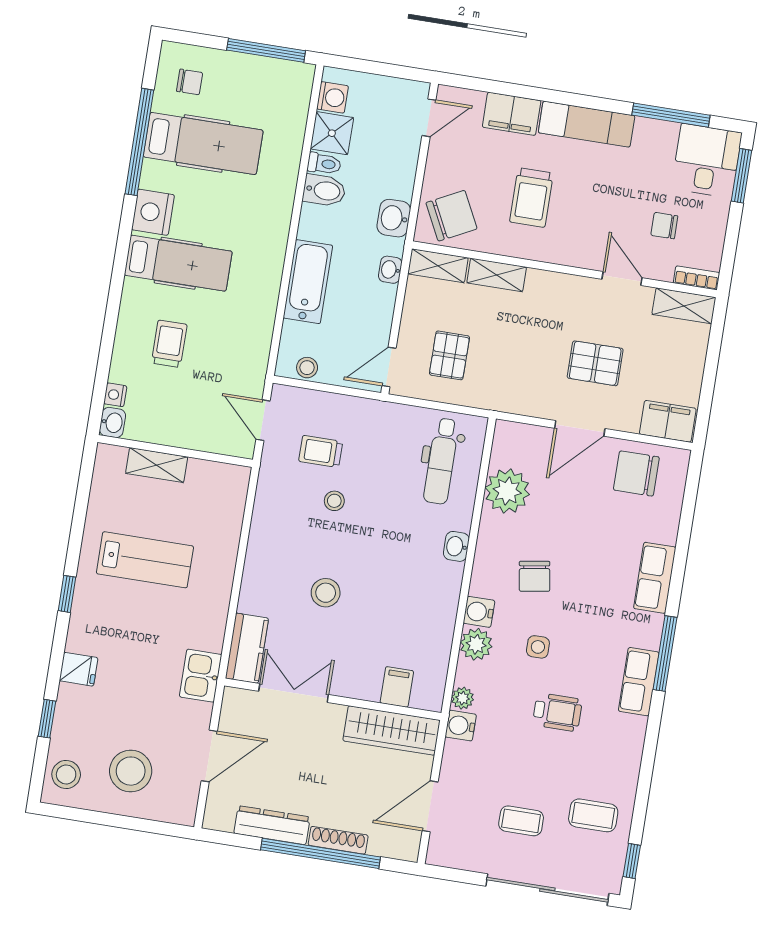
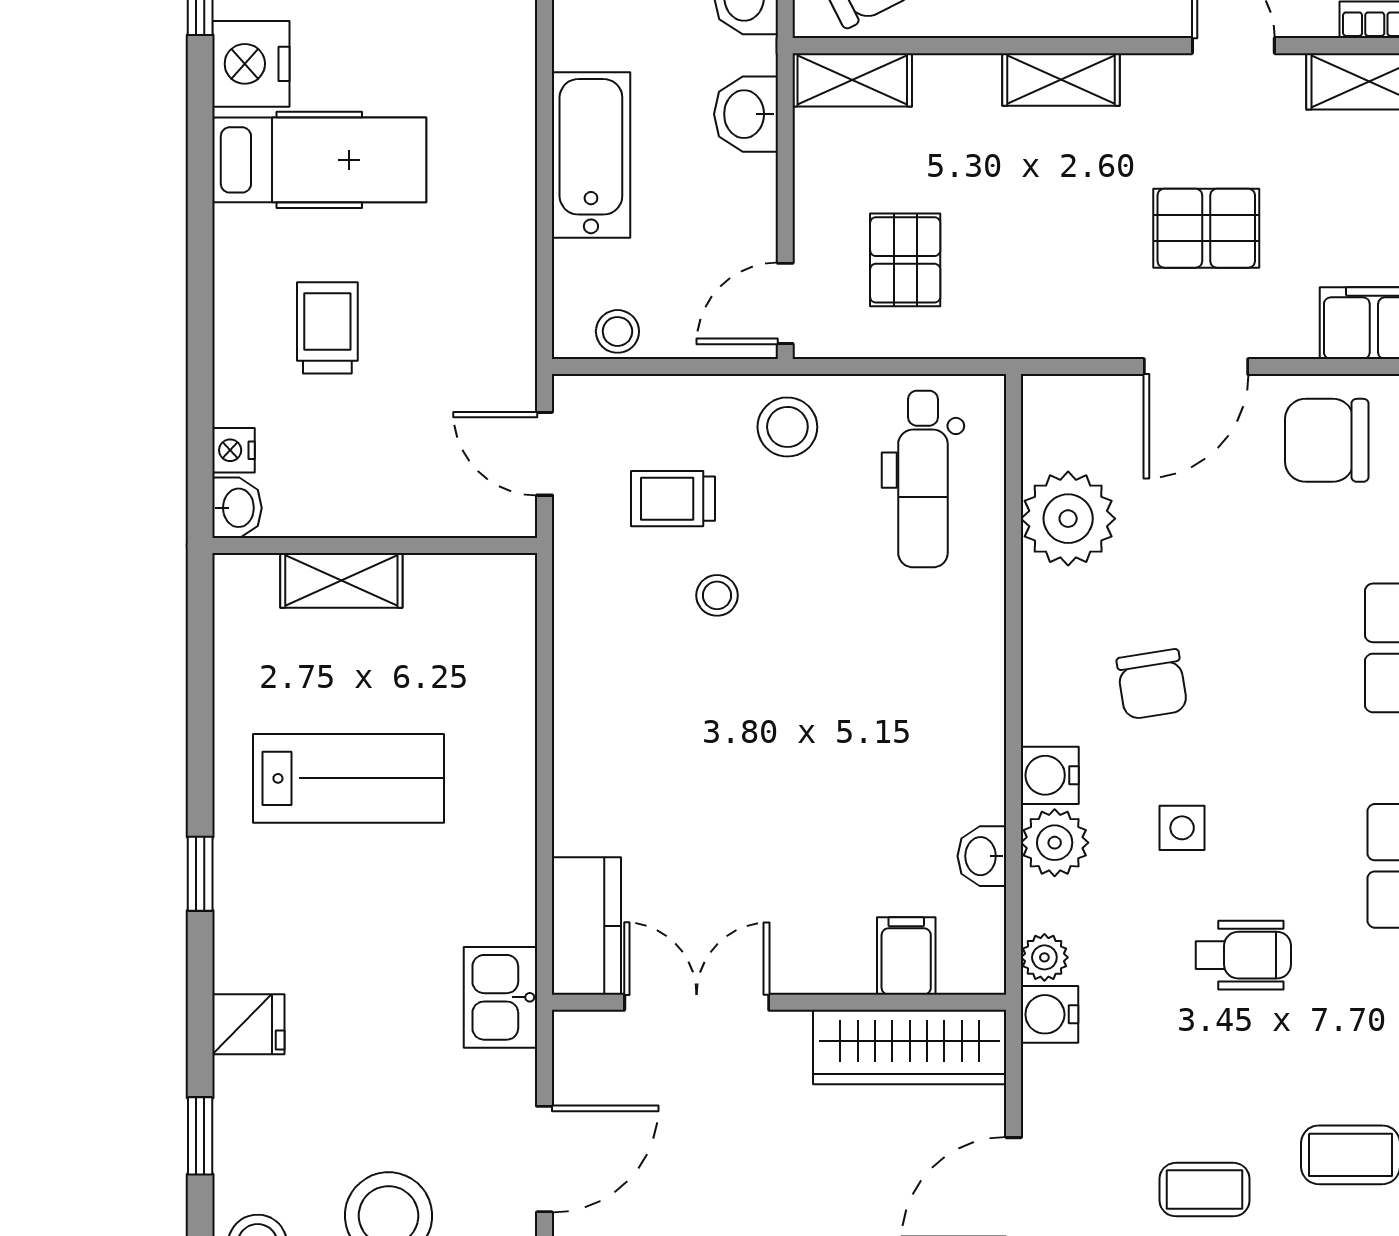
washbasin: (390, 270) -> (746, 114), width x1.38, depth x1.45
shelving: (497, 275) -> (1061, 79), moved
washbasin: (456, 546) -> (982, 856), moved
stool: (326, 593) -> (787, 427), moved

